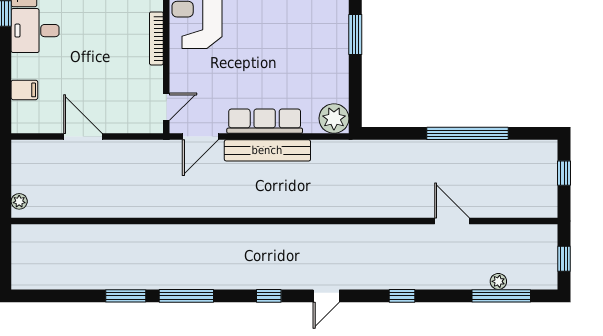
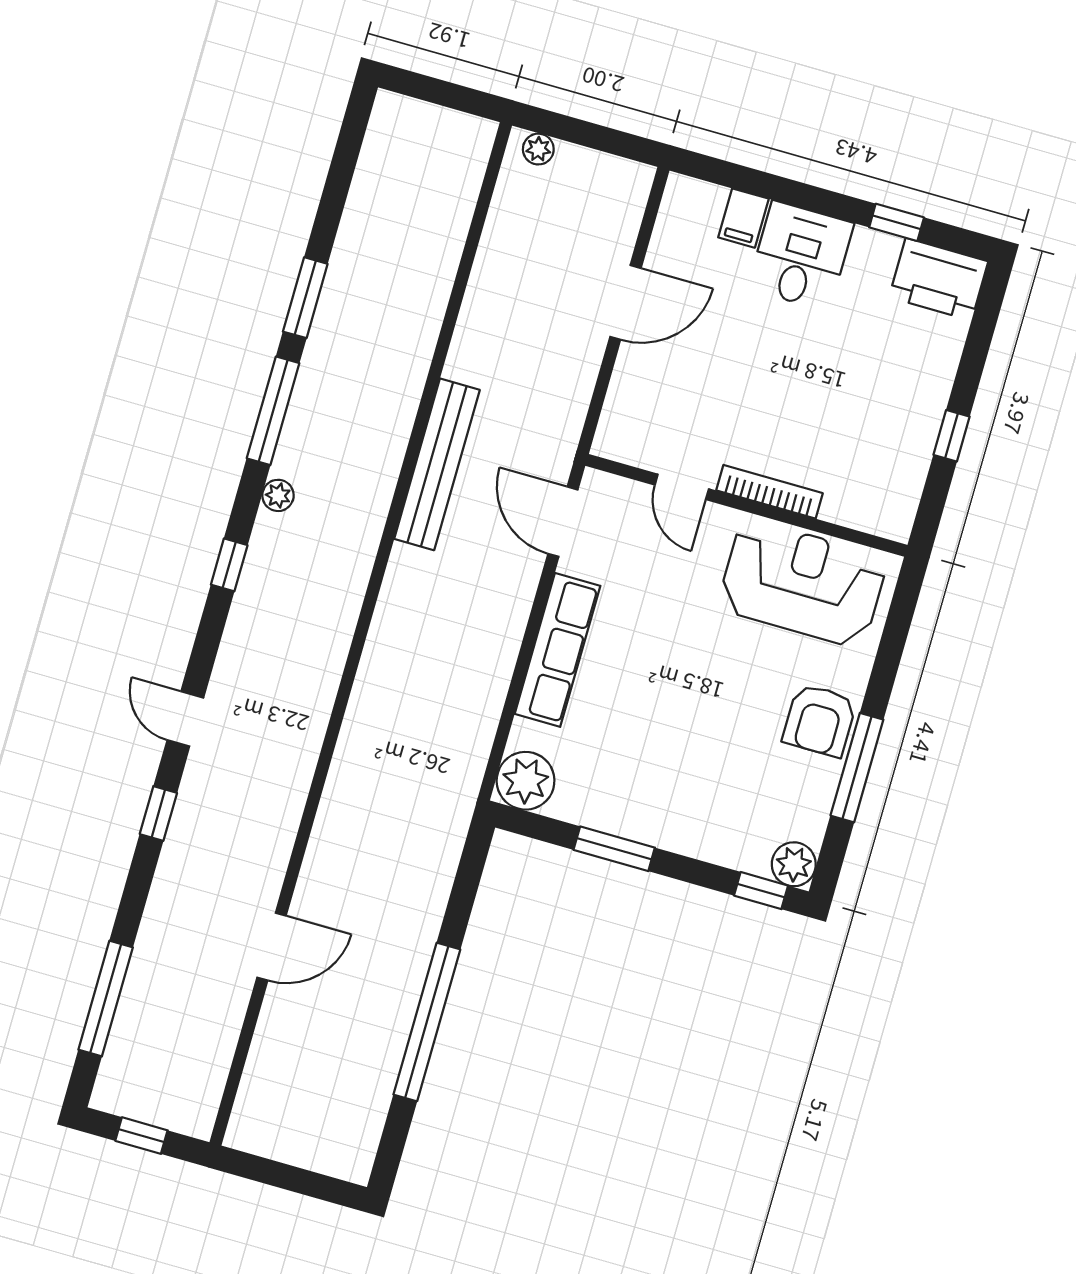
desk: (35, 31) -> (801, 256), moved
window: (355, 34) -> (614, 849), moved
door: (166, 107) -> (682, 487), moved
bench: (267, 150) -> (437, 464), moved
window: (564, 173) -> (301, 1181), removed
plant: (498, 281) -> (278, 495), moved
door: (326, 296) -> (185, 719), moved

